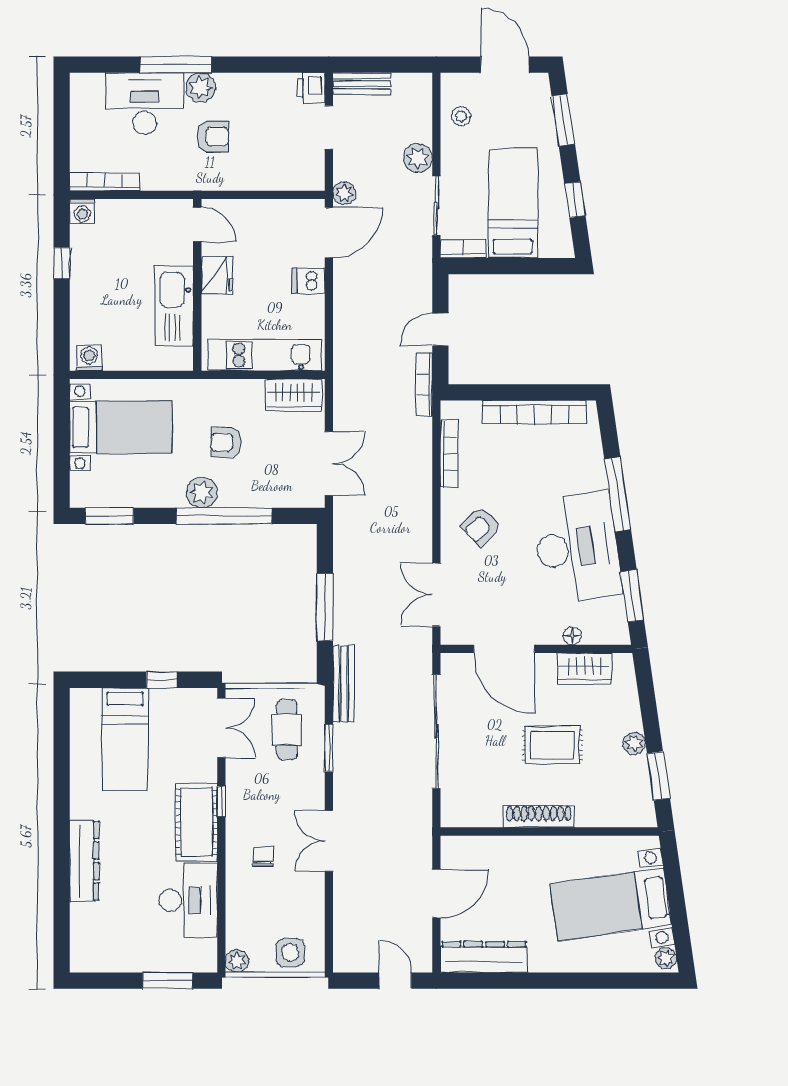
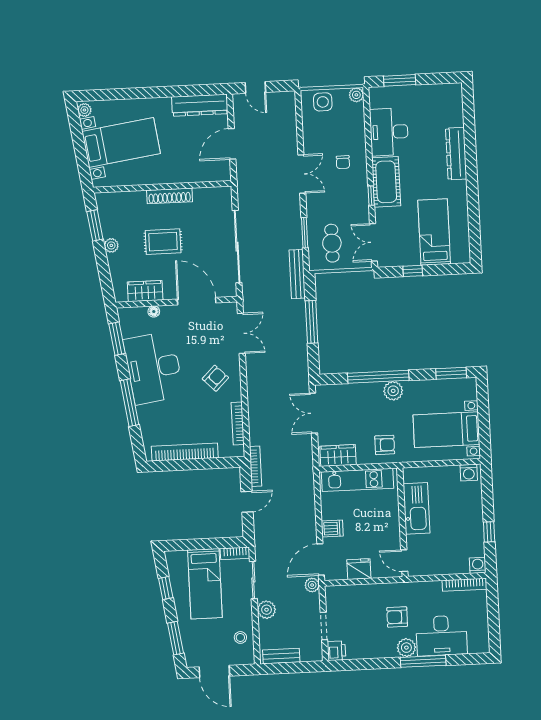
bench: (362, 84) -> (281, 656), moved
fridge: (217, 275) -> (359, 569), moved, turned 90
armchair: (226, 442) -> (385, 445), moved

